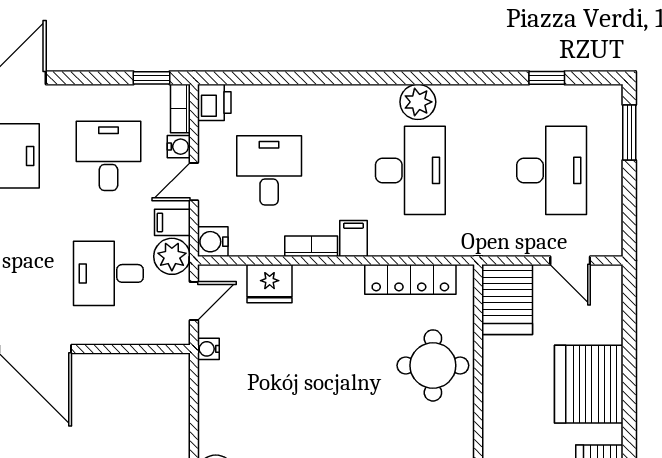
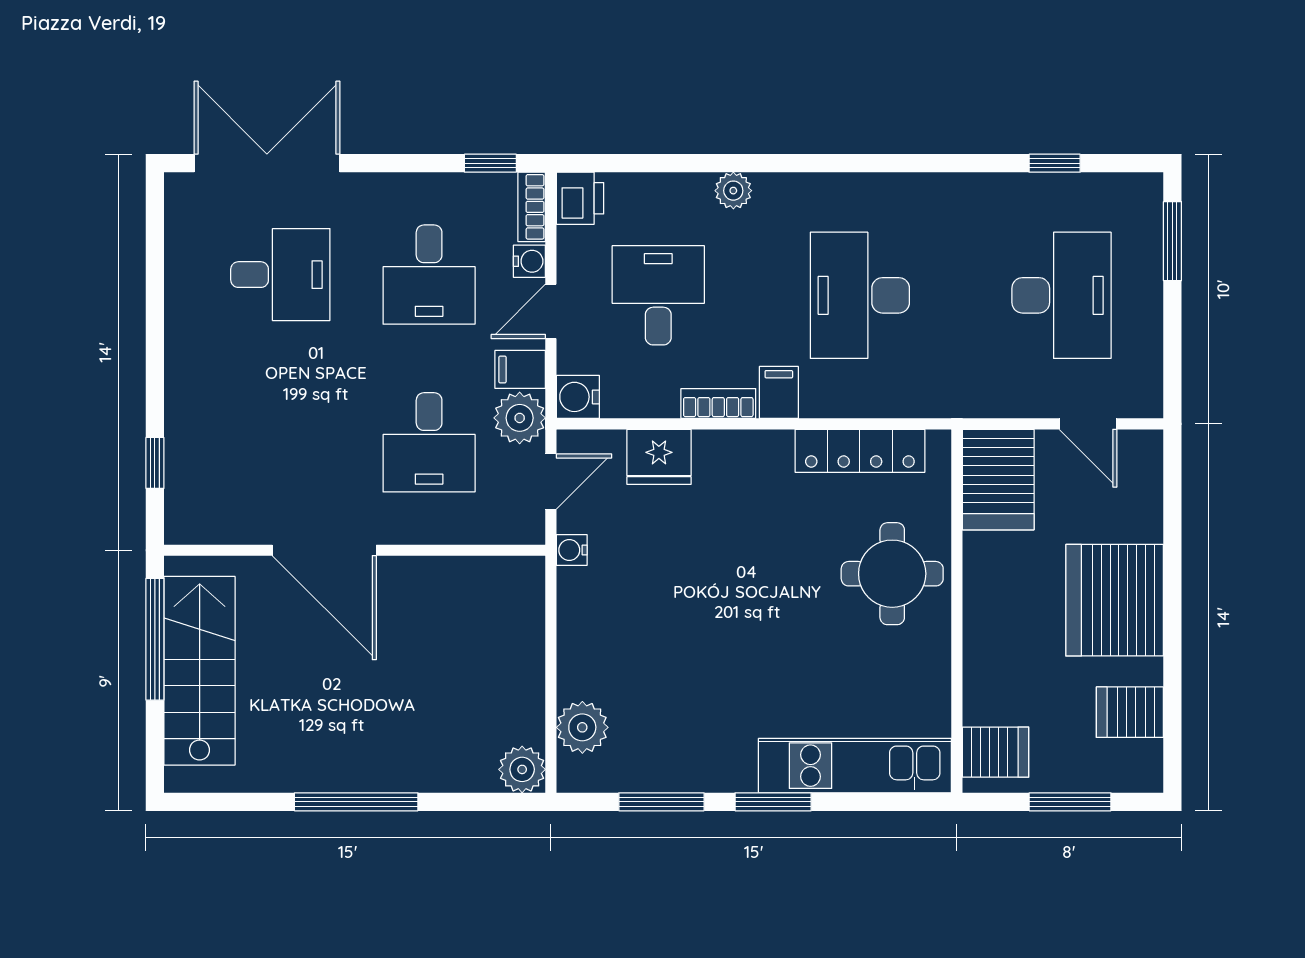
plant: (418, 102) -> (733, 191), moved, width x0.73, depth x0.73
desk: (108, 156) -> (429, 275), turned 180
desk: (410, 170) -> (860, 295), turned 180
desk: (108, 273) -> (429, 442), turned -90

